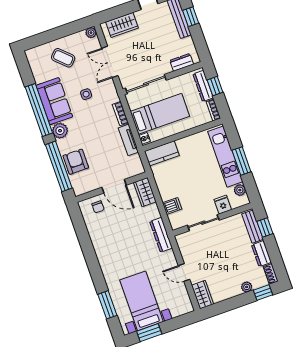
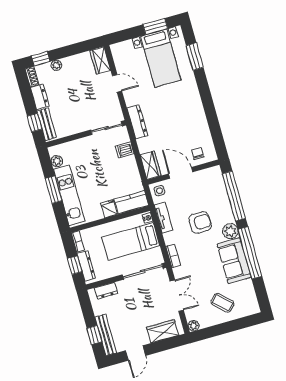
side table: (86, 94) -> (159, 191), moved
bookcase: (120, 114) -> (173, 256), moved
armchair: (76, 162) -> (200, 222), moved, turned -90
fridge: (223, 205) -> (109, 209), moved, turned 180
sliding door: (203, 223) -> (107, 128), moved

